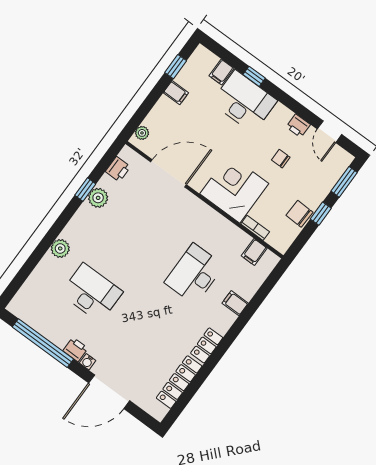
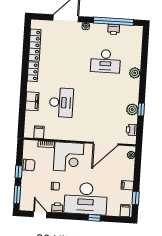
filing cabinet: (221, 72) -> (125, 210), moved
desk: (244, 102) -> (86, 199), width x1.36, depth x1.30
filing cabinet: (235, 303) -> (32, 101), width x2.00
printer: (75, 350) -> (114, 29), moved

